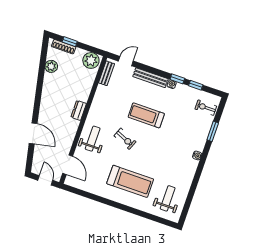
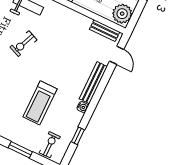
window: (177, 79) -> (88, 115), removed
treadmill: (146, 115) -> (40, 103), moved, turned 180

